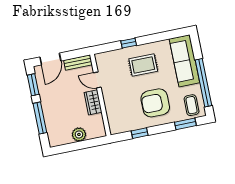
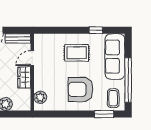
window: (129, 43) -> (96, 30), moved
door: (97, 80) -> (32, 58), hinge flipped
plant: (114, 120) -> (40, 97), added
window: (140, 133) -> (61, 114), removed

